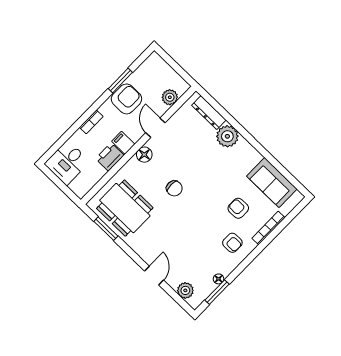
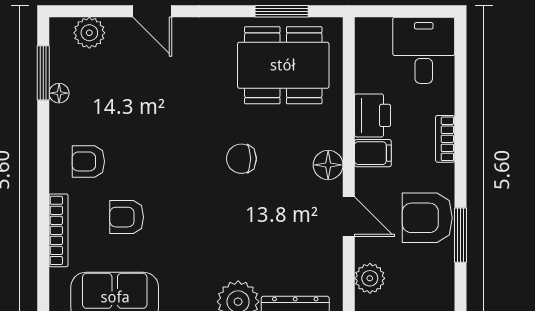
armchair: (126, 99) -> (427, 218), turned 90
armchair: (238, 208) -> (127, 217), turned 180

